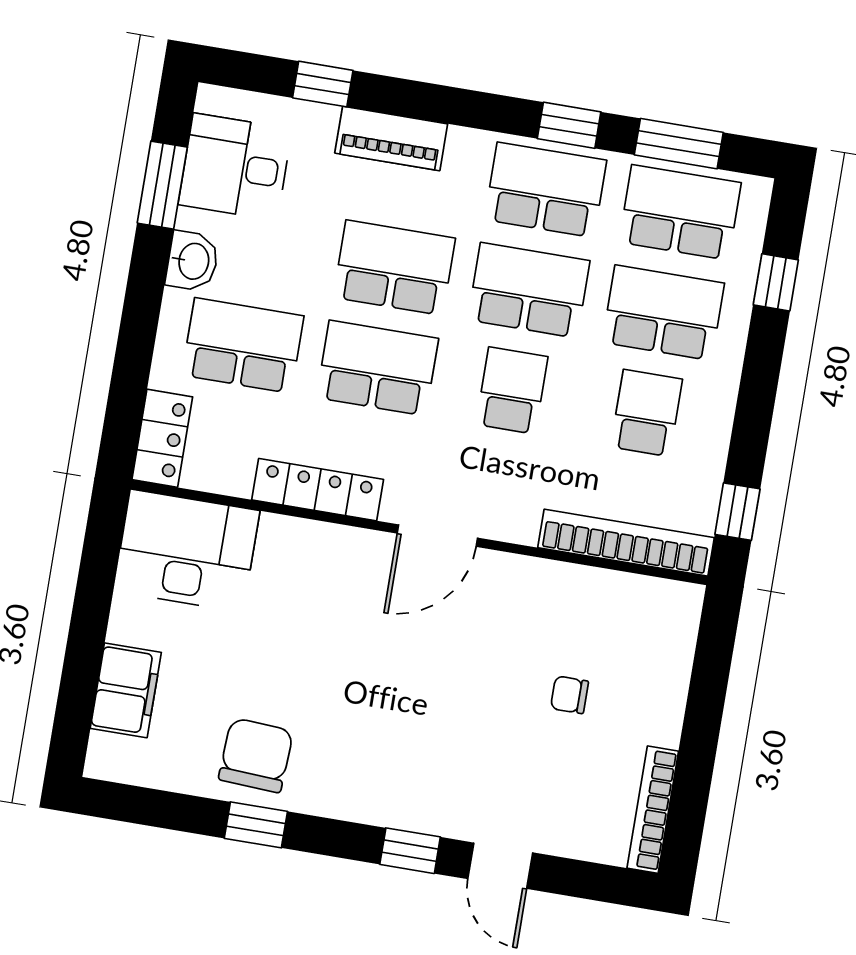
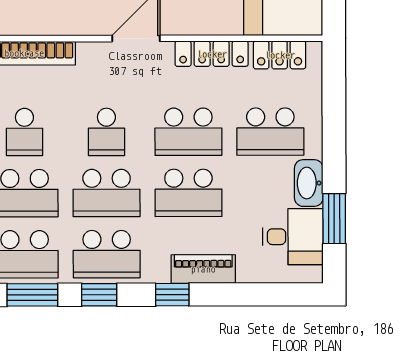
window: (323, 84) -> (172, 295), moved
washbasin: (192, 261) -> (309, 183), width x1.38
locker: (162, 438) -> (280, 55), moved, turned -90

